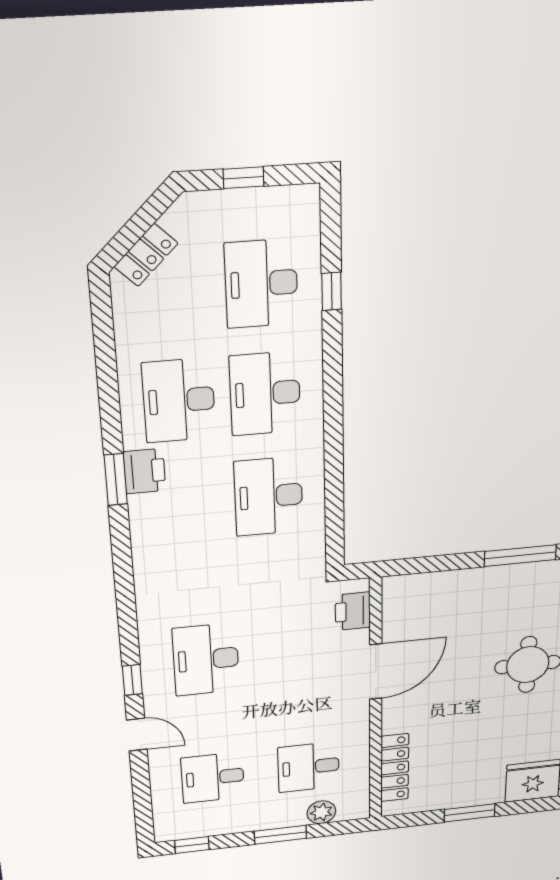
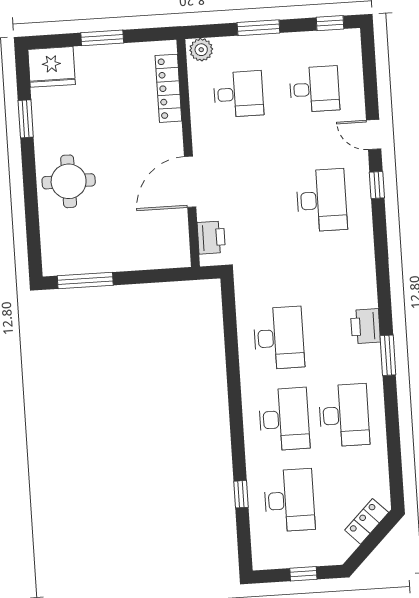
printer: (144, 471) -> (365, 326), moved
plant: (321, 812) -> (201, 50), moved

